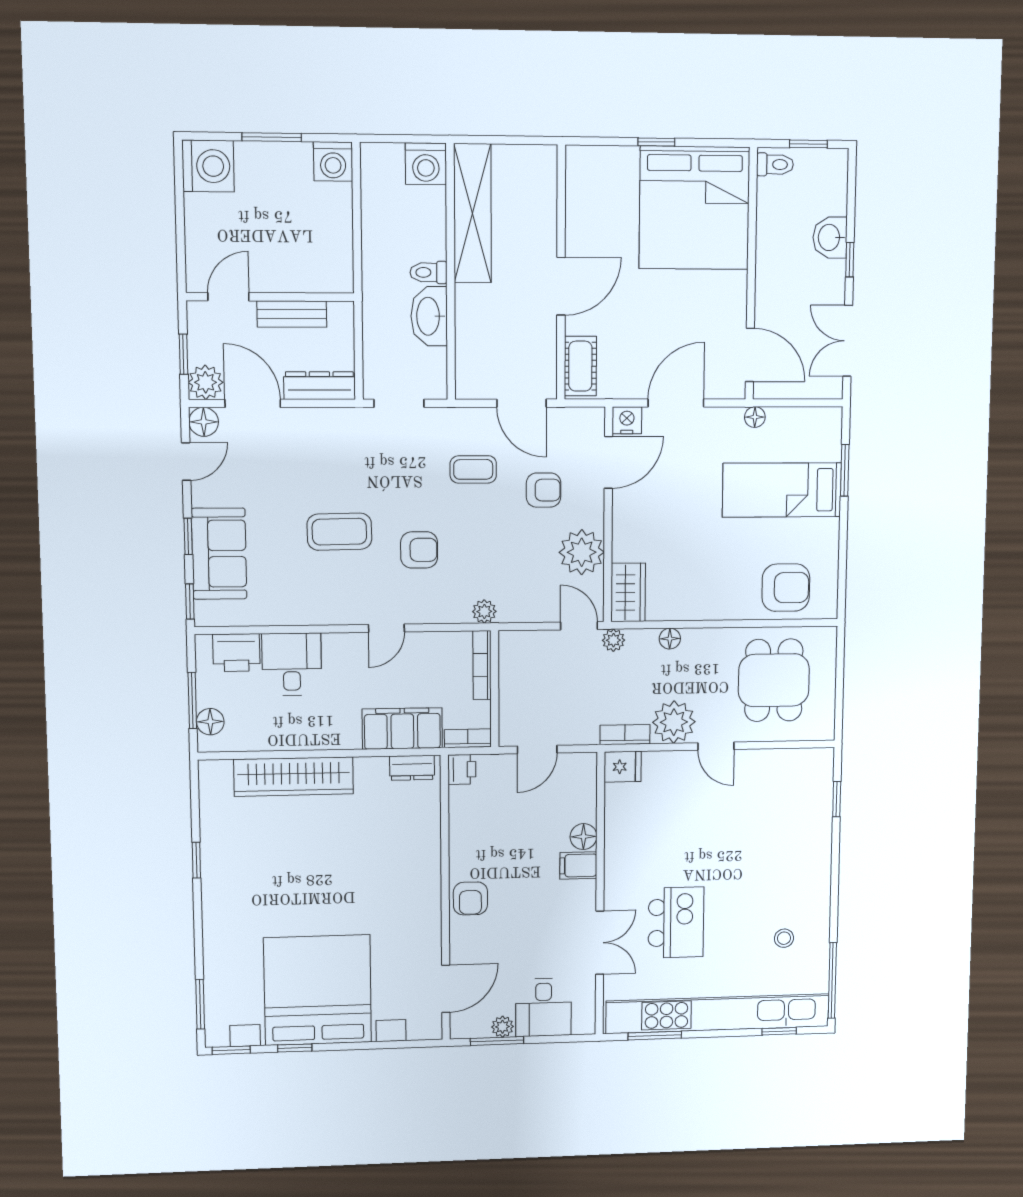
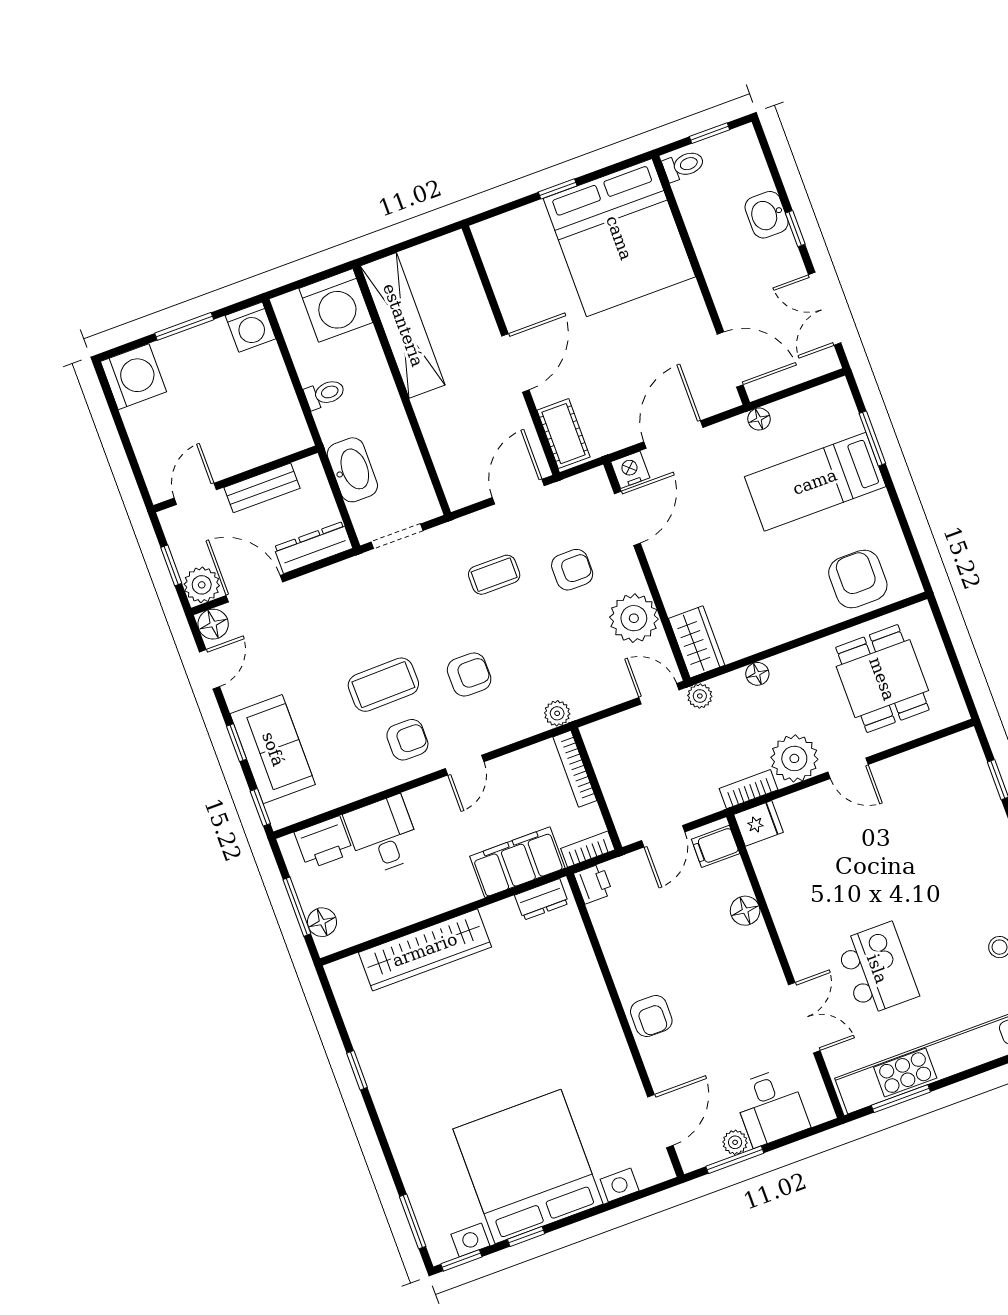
washing machine: (426, 164) -> (336, 305), width x1.37, depth x1.37
toilet: (429, 272) -> (325, 394), moved, turned 180
washbasin: (429, 316) -> (352, 470), moved, turned 180
door: (521, 403) -> (518, 492), swing flipped
armchair: (344, 588) -> (407, 740), added
armchair: (786, 588) -> (858, 579), turned -90
filing cabinet: (578, 865) -> (716, 846), moved

